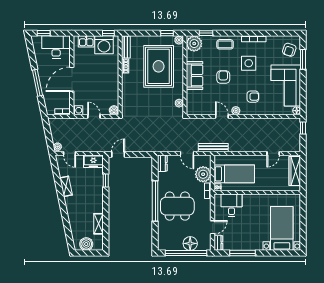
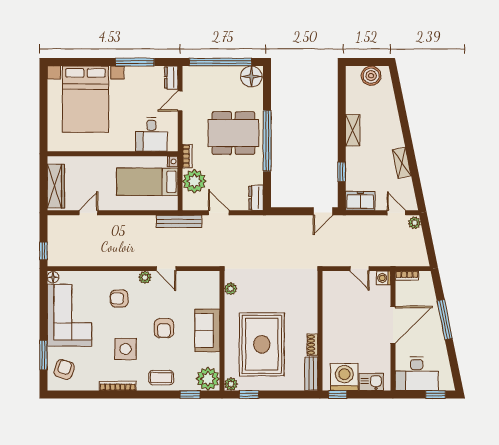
boiler: (114, 110) -> (329, 278), removed
shelving: (98, 224) -> (353, 130), moved
bed with nightstands: (282, 228) -> (86, 99), width x1.36
floor lamp: (190, 243) -> (251, 76), moved

